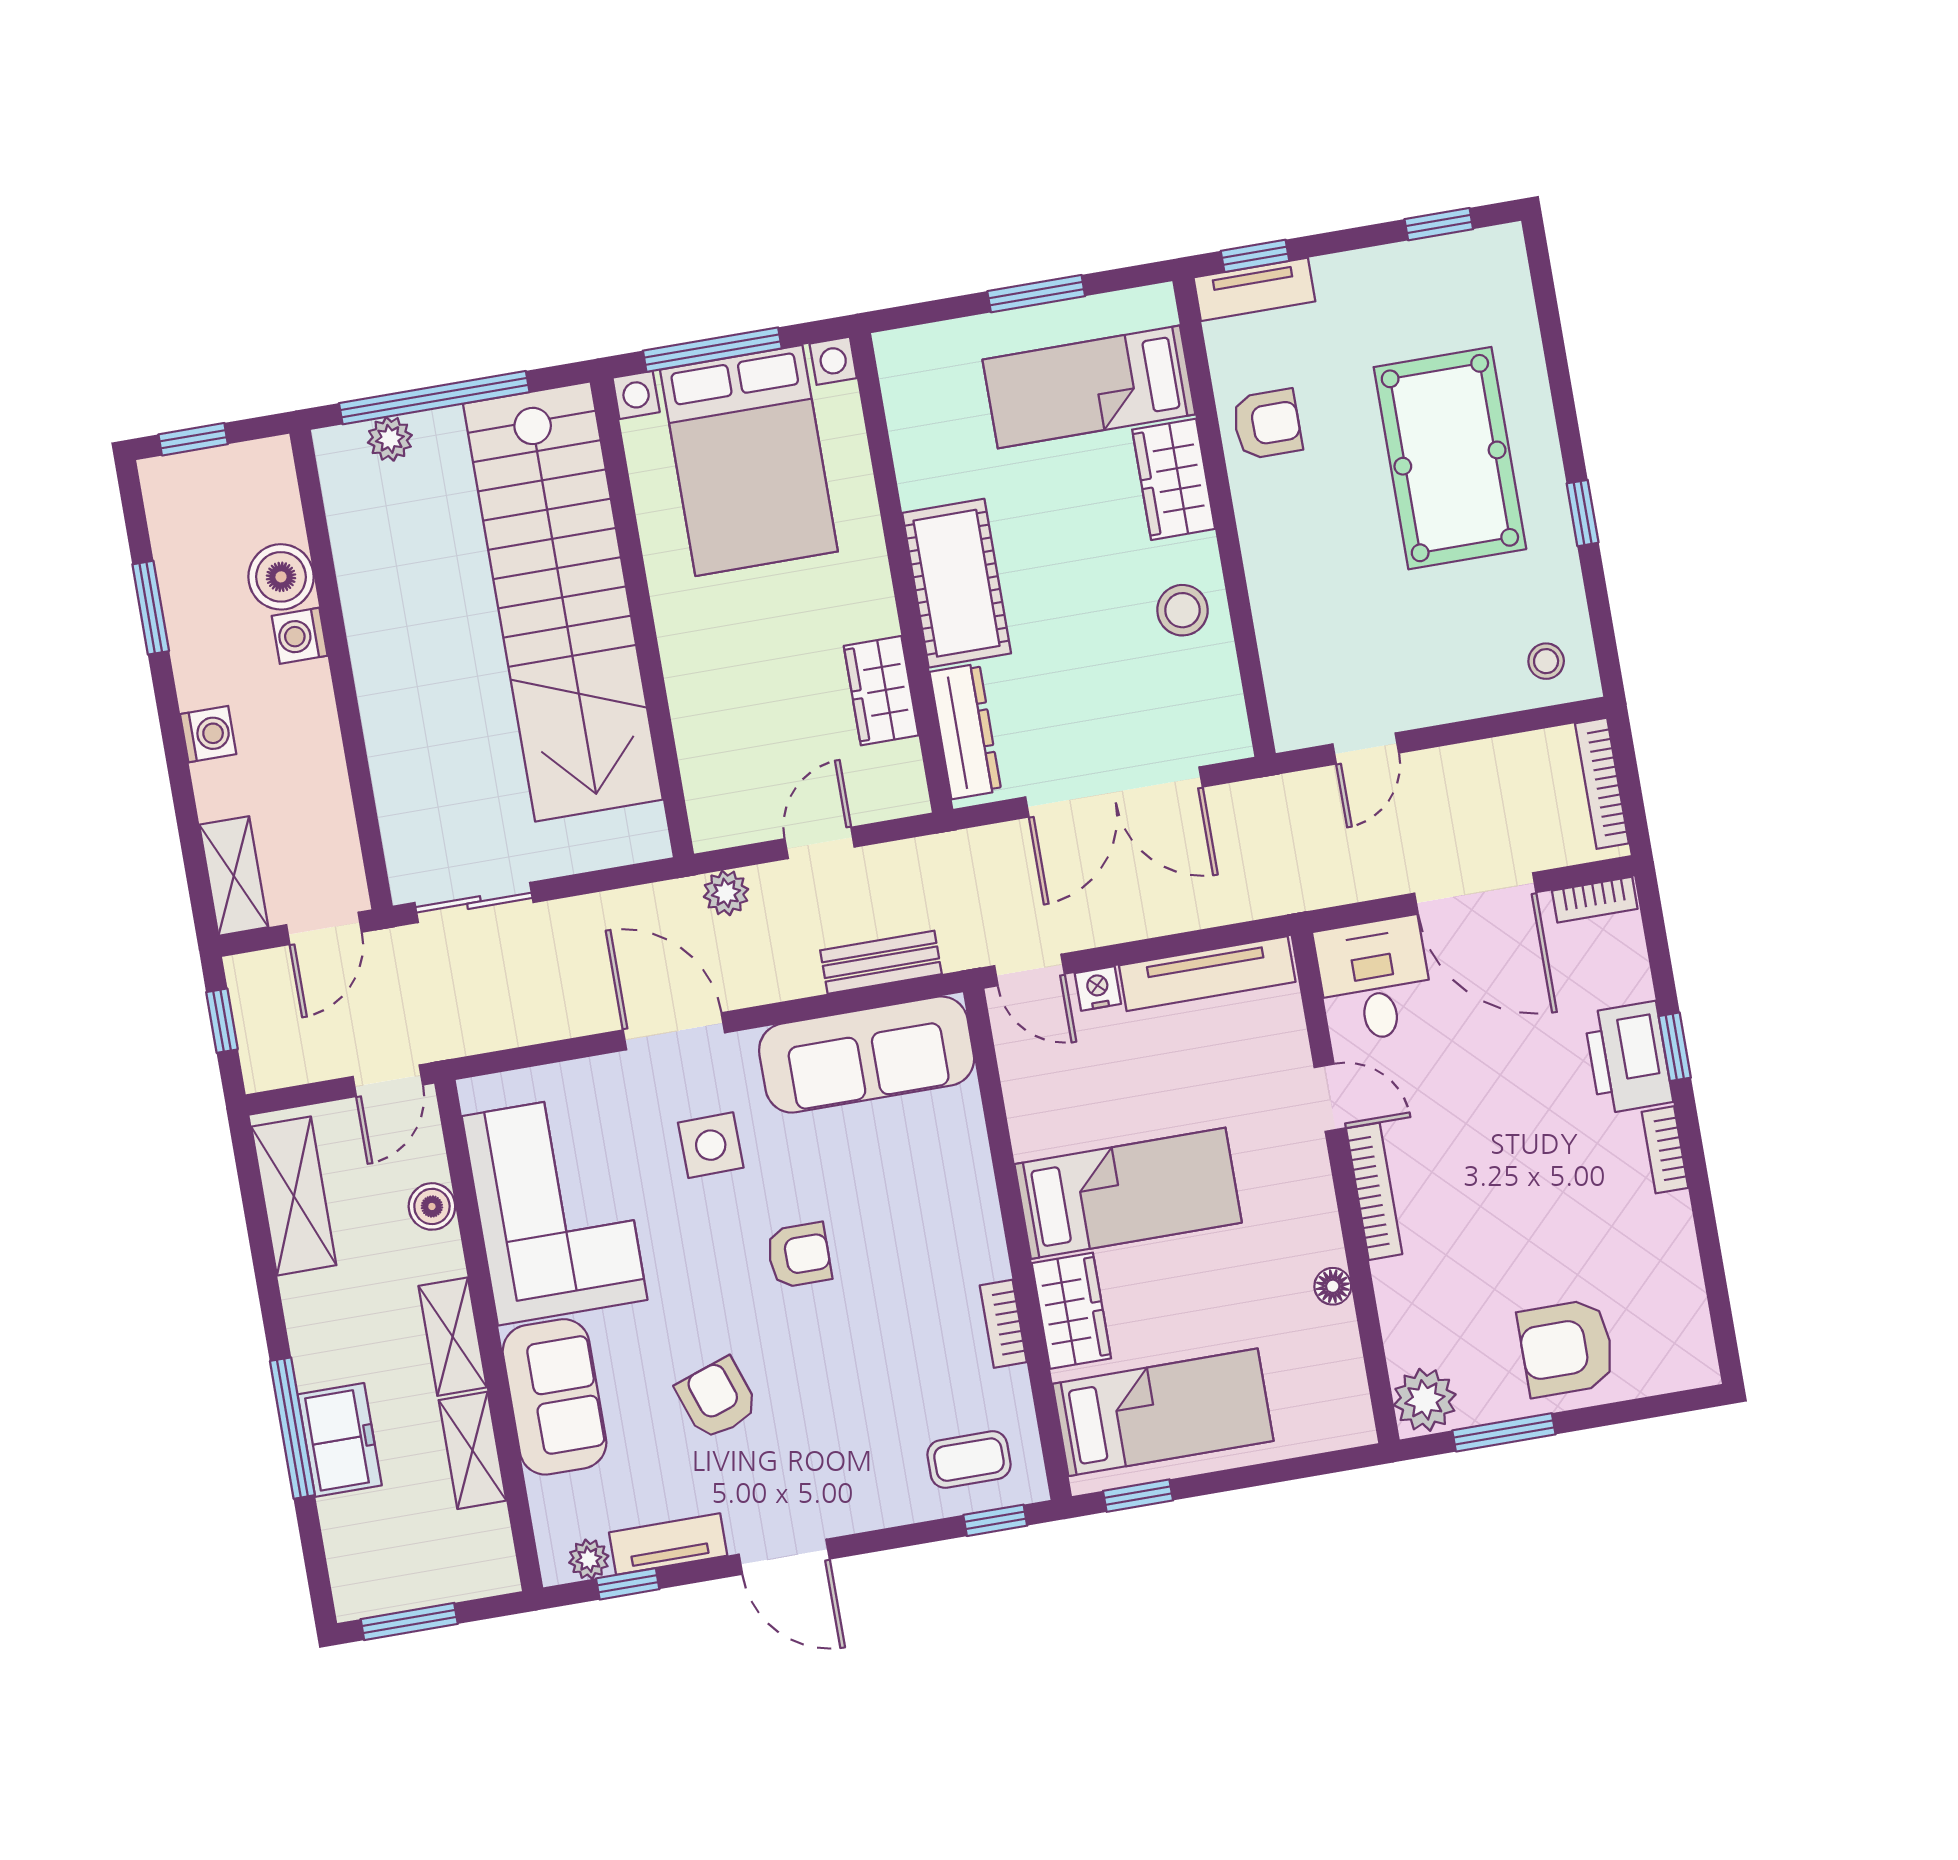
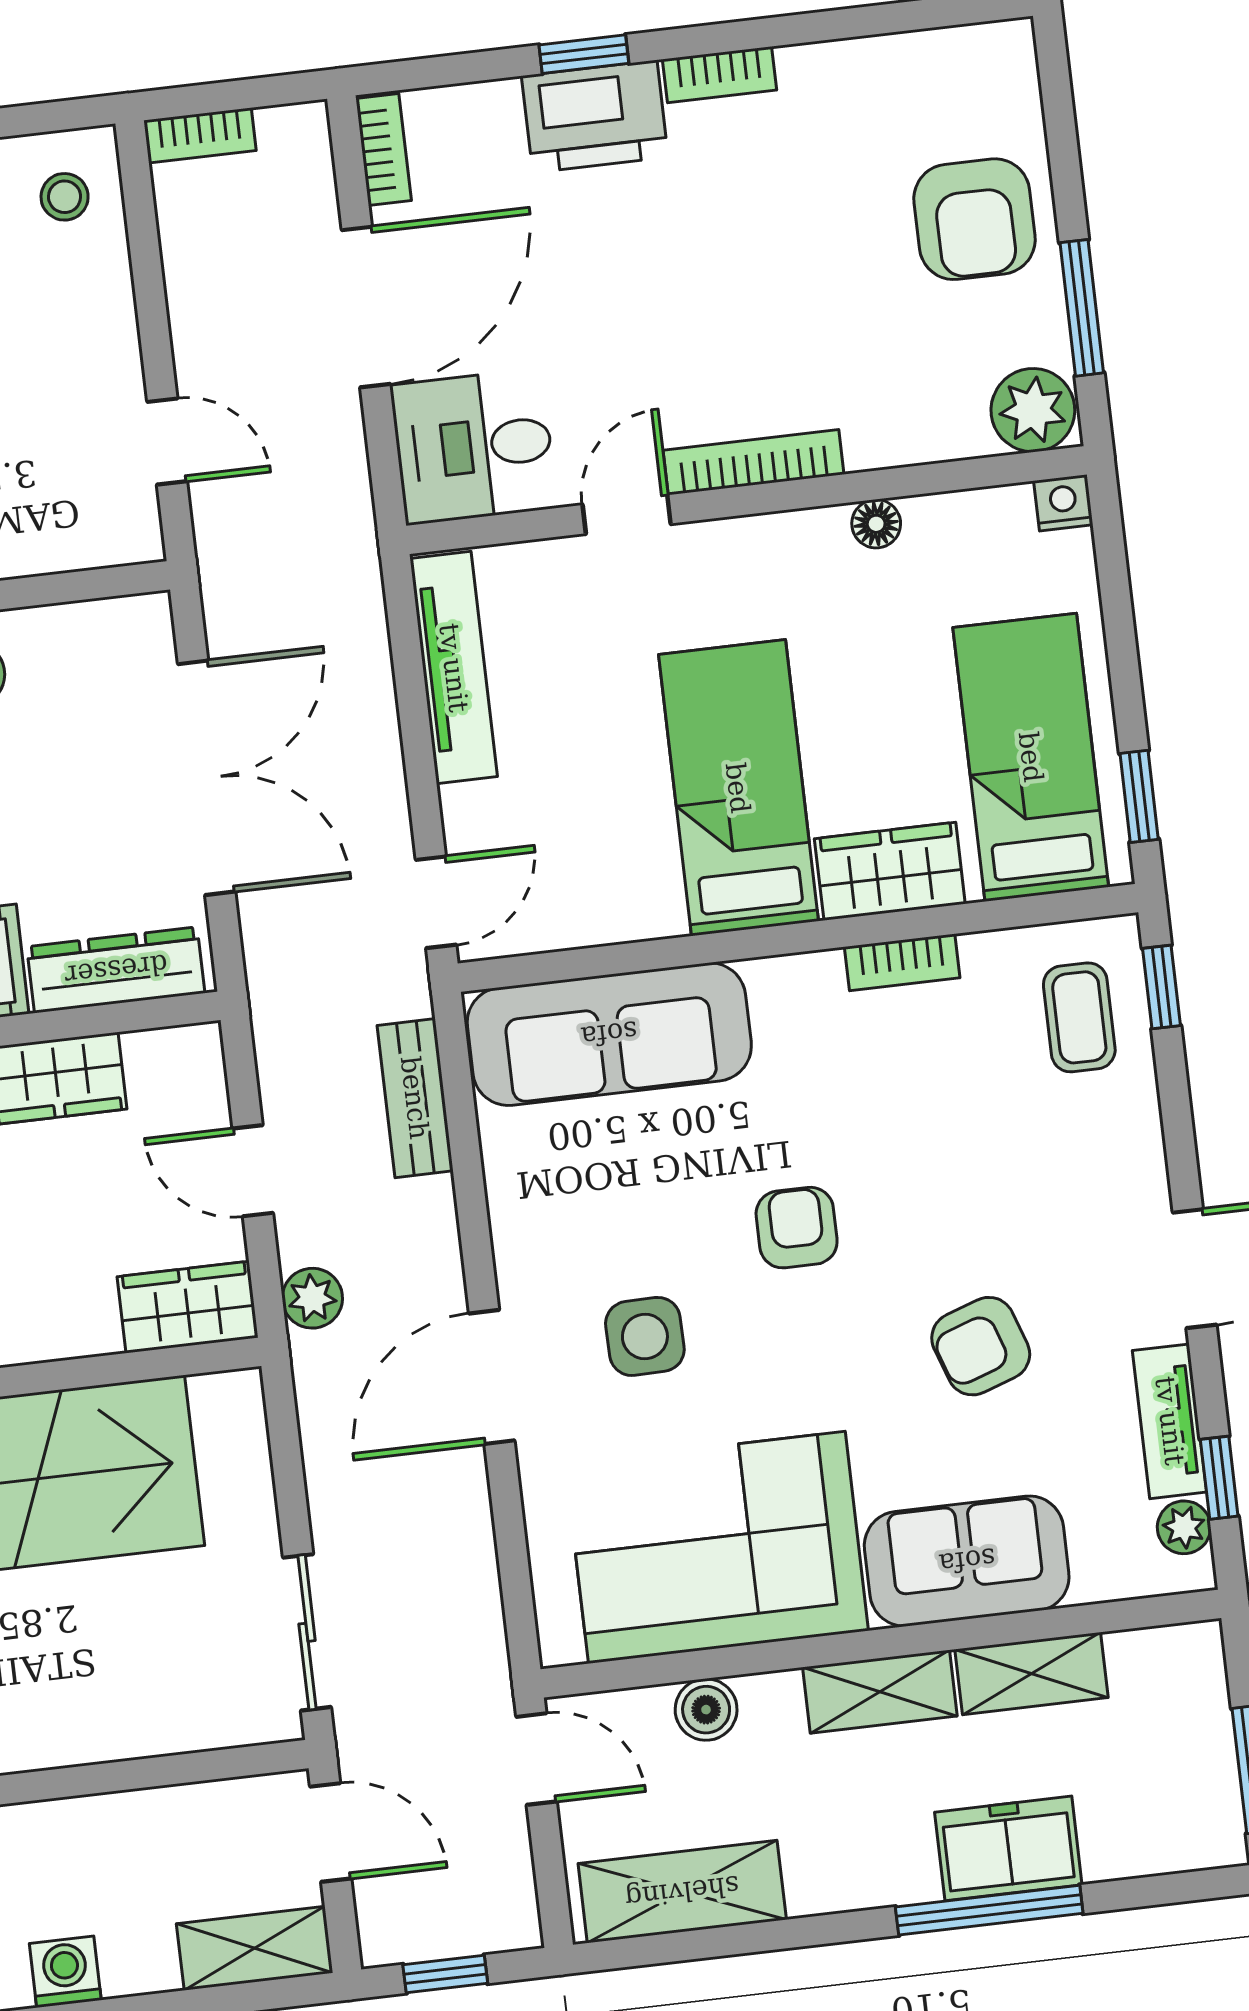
bookcase: (1602, 783) -> (200, 135), width x0.64
wardrobe: (714, 799) -> (188, 1307), added
nightstand: (1098, 988) -> (1063, 503), moved, turned 90
sofa: (867, 1055) -> (609, 1034), moved, turned 90

